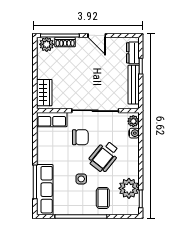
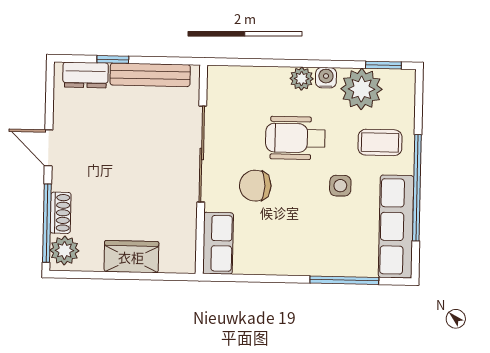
door: (97, 35) -> (48, 148), swing flipped
wardrobe: (44, 93) -> (131, 257), moved
plant: (133, 121) -> (302, 79), moved
water cooler: (134, 133) -> (326, 78), moved
chair: (80, 137) -> (255, 186), turned -90
wheelchair: (104, 156) -> (295, 138), turned 141
row of seats: (45, 190) -> (396, 226), moved, turned -90

